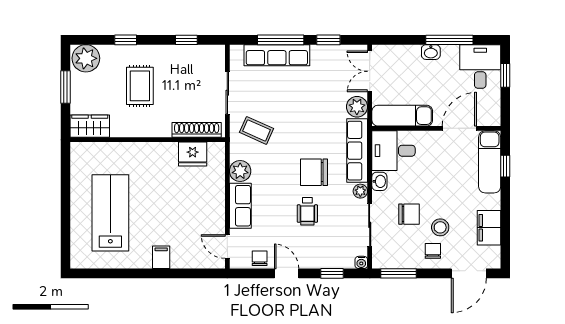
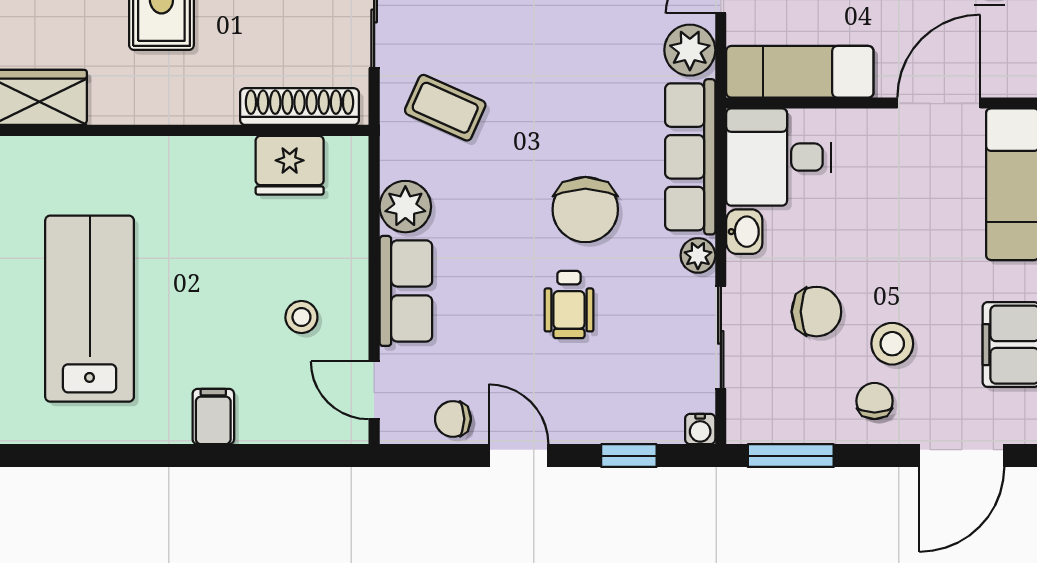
chair: (314, 172) -> (585, 210), turned -90
stool: (197, 216) -> (301, 317), added
chair: (260, 258) -> (453, 419), turned -90

